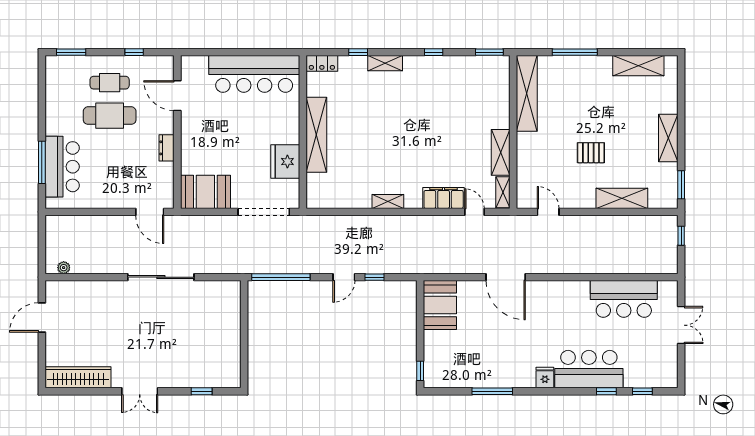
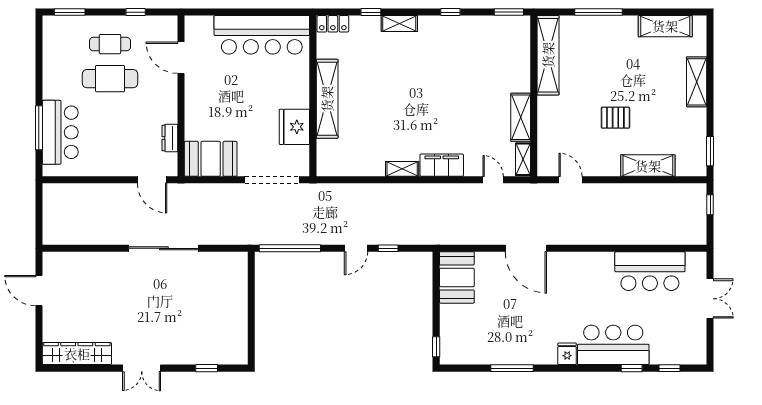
shelving: (668, 138) -> (697, 82), moved
dresser: (167, 148) -> (170, 138), moved
filing cabinet: (444, 198) -> (442, 165), moved
plant: (64, 268) -> (62, 238), removed
door: (42, 317) -> (39, 291), hinge flipped

